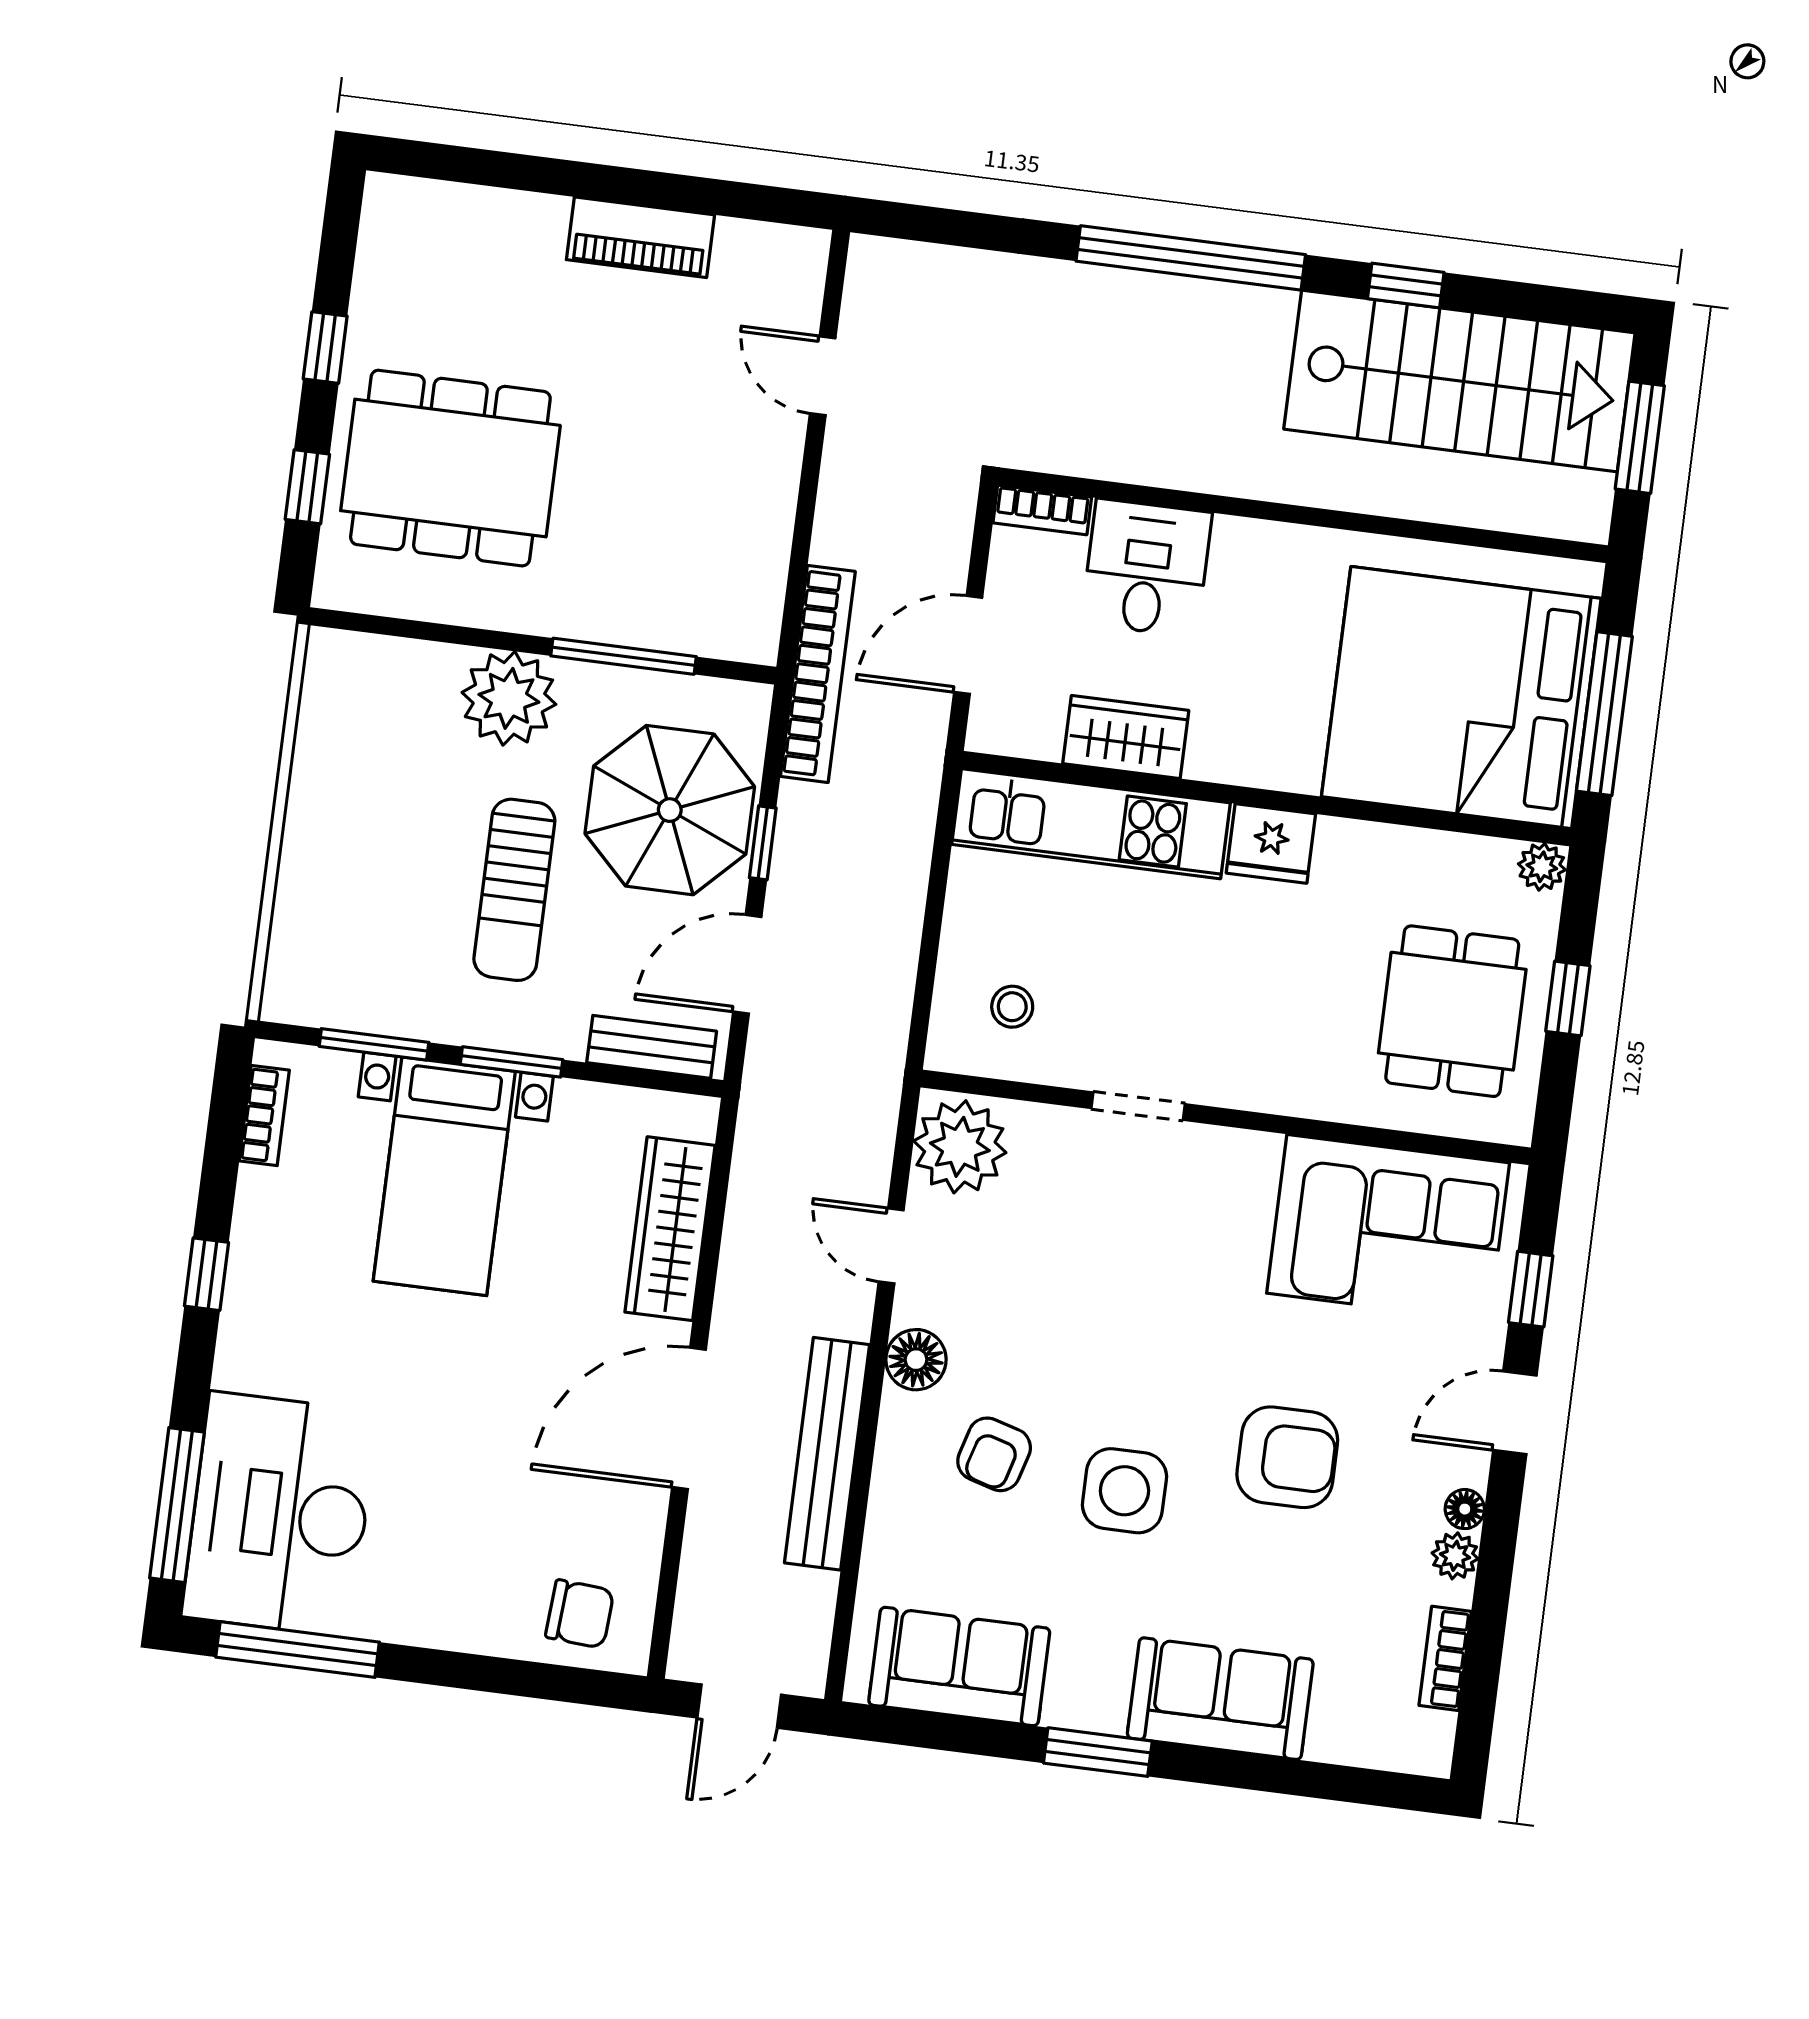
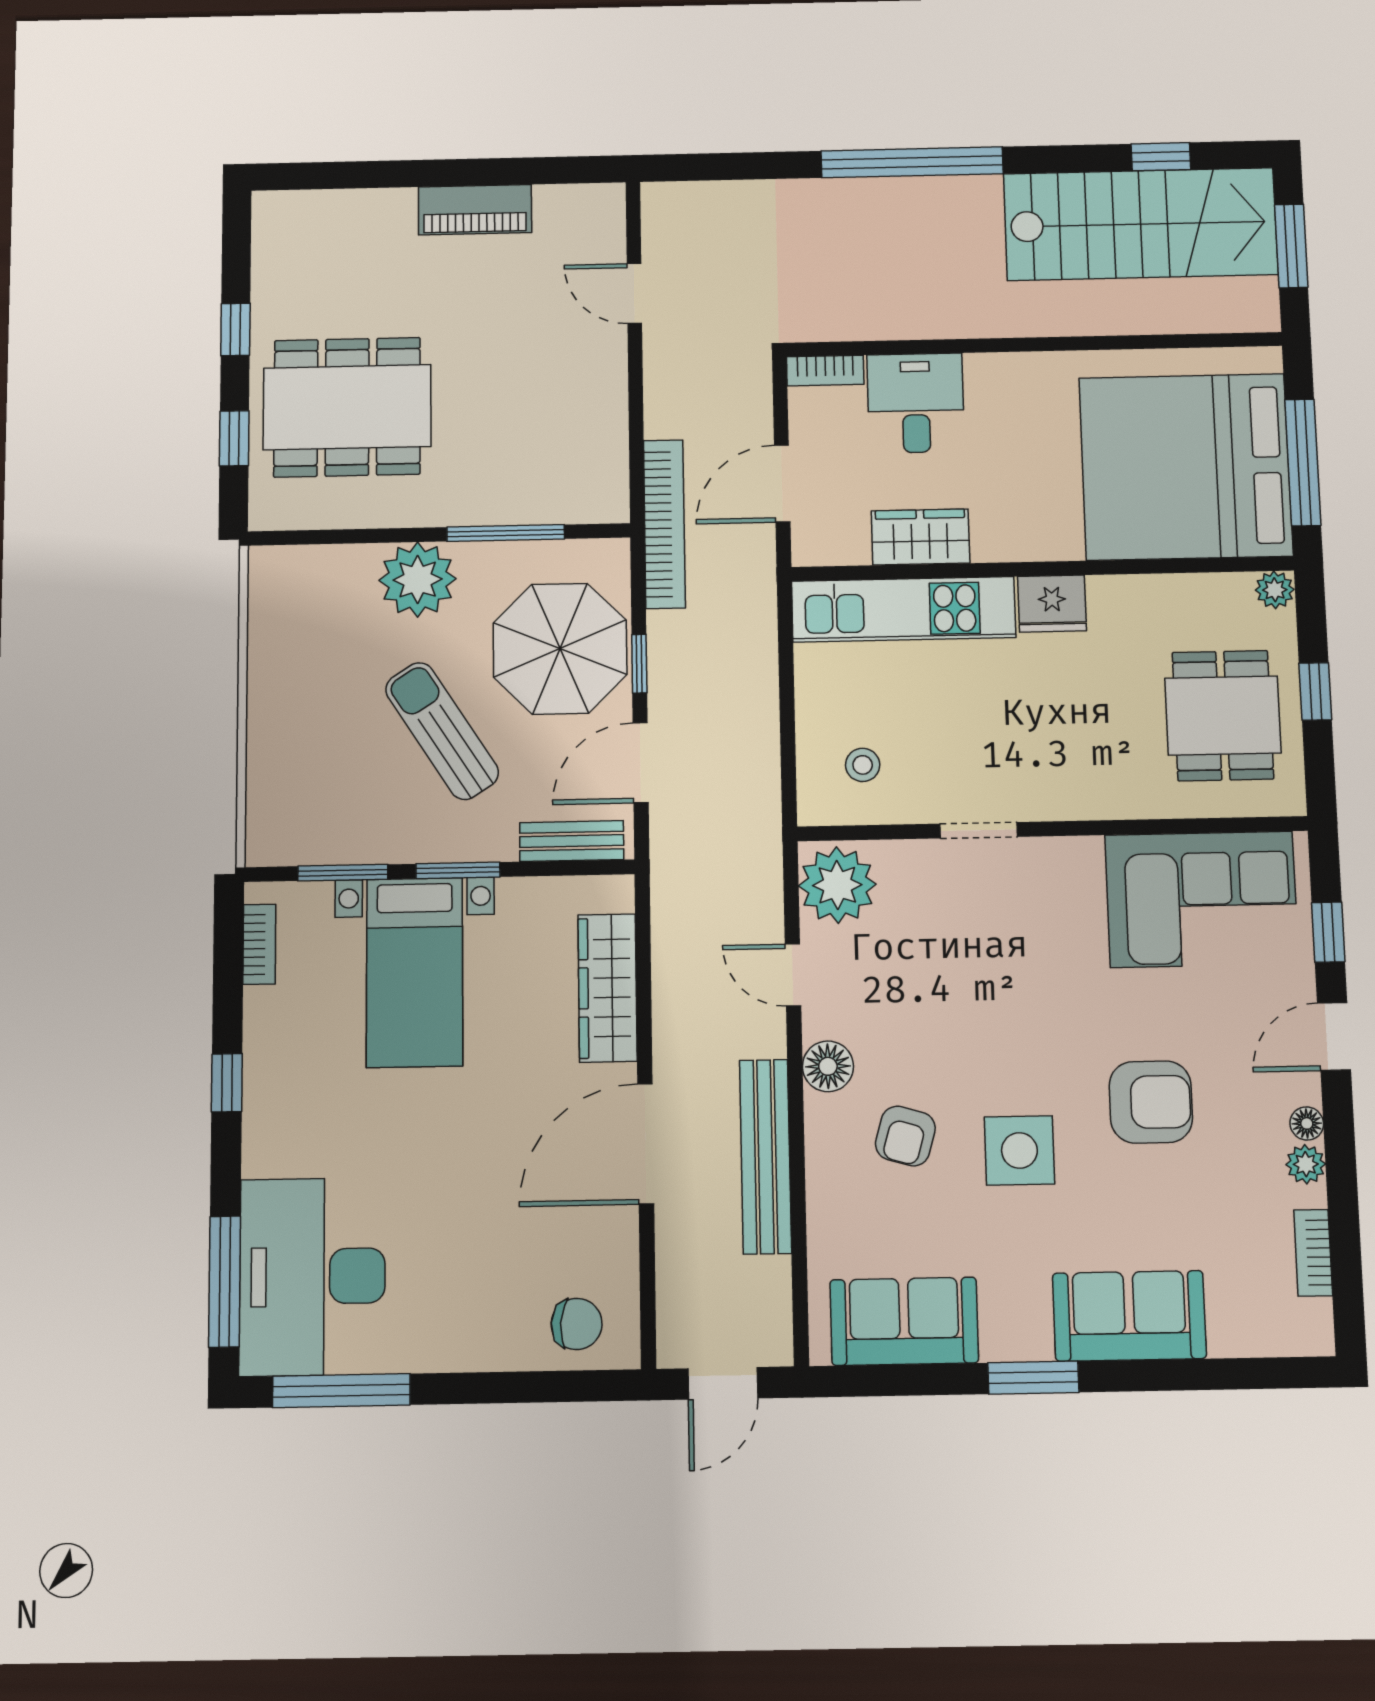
window: (1406, 285) -> (1161, 157), moved
sun lounger: (514, 890) -> (442, 731), turned 147

